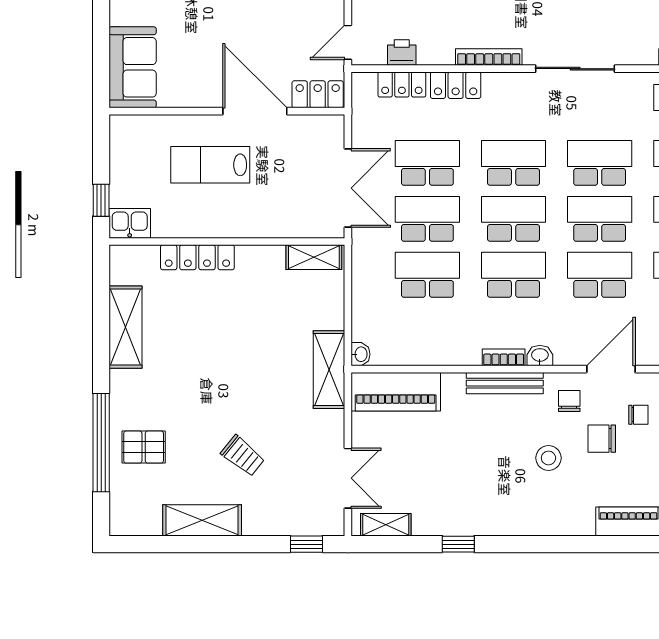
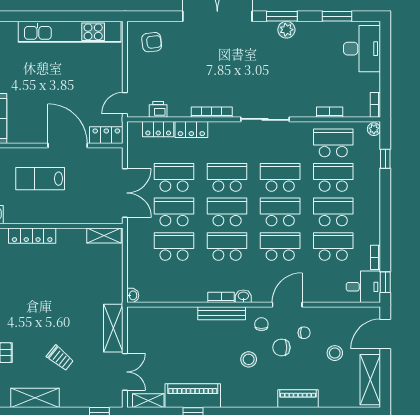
shelving: (329, 370) -> (113, 328), moved
piano: (396, 392) -> (193, 396), moved, turned 180

